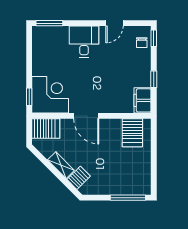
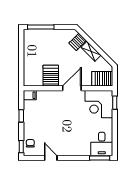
door: (115, 23) -> (51, 158), hinge flipped
desk: (84, 42) -> (102, 144), moved
filing cabinet: (143, 100) -> (30, 95), width x0.50
door: (86, 116) -> (72, 88), hinge flipped
server rack: (132, 133) -> (51, 76), moved

